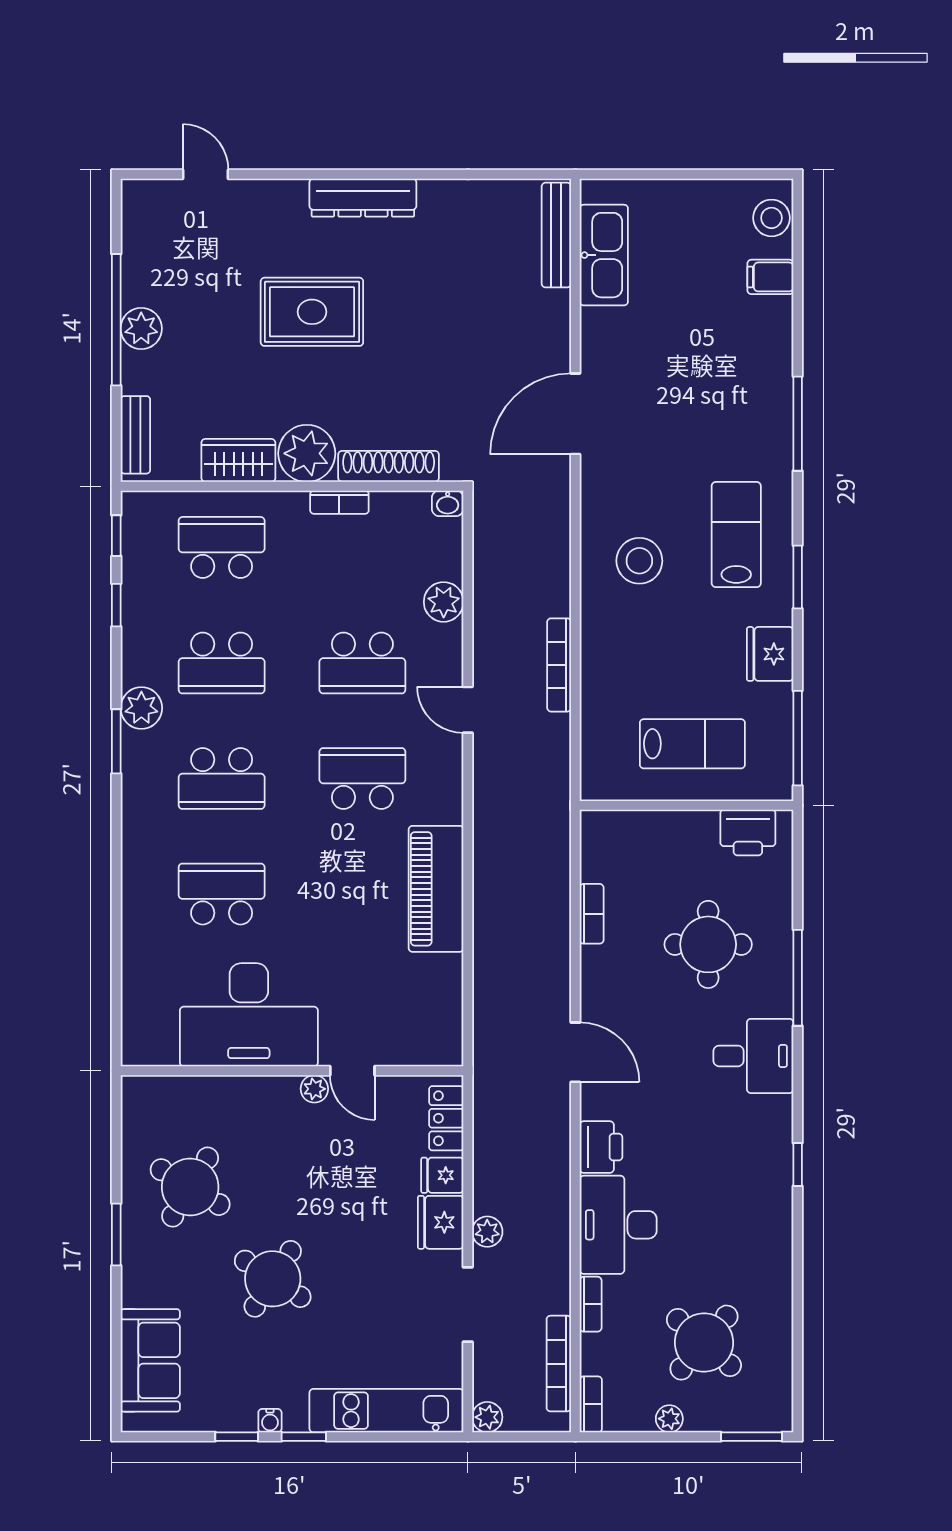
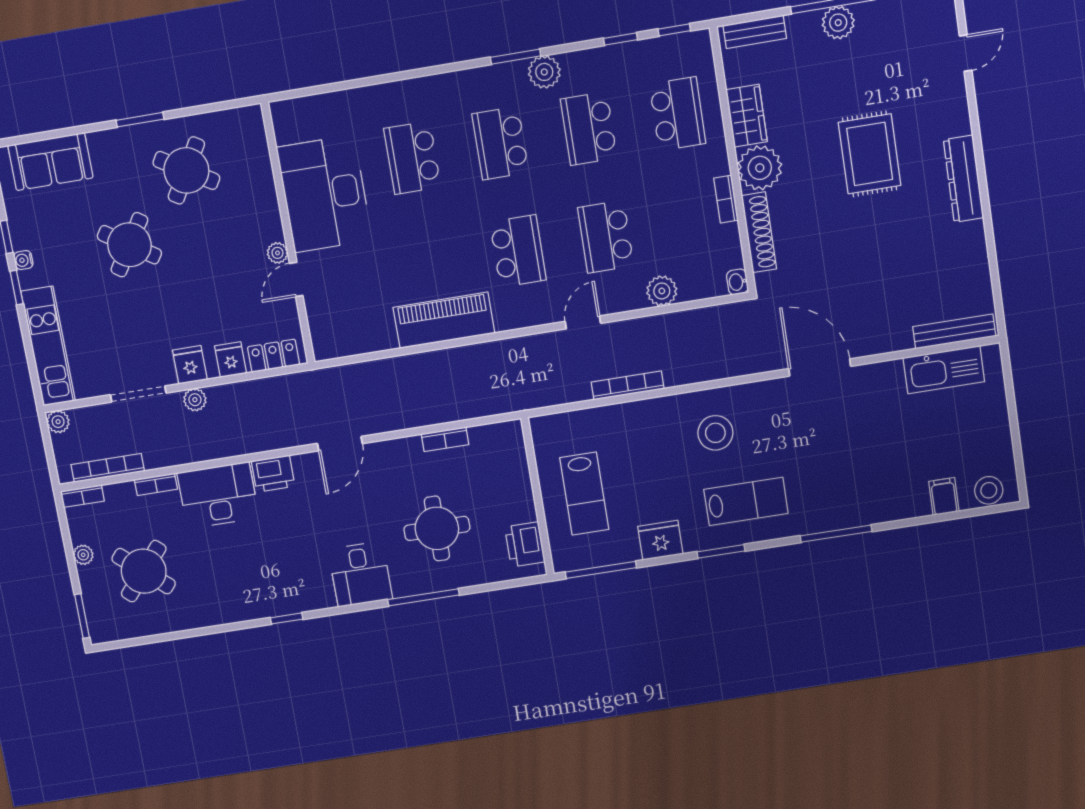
school desk: (222, 894) -> (412, 158), turned 180
fridge: (441, 1222) -> (190, 365), width x0.72

